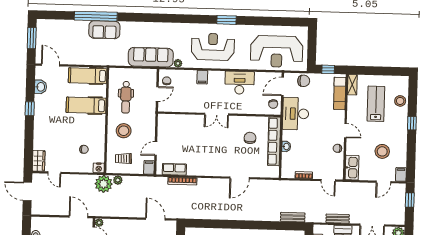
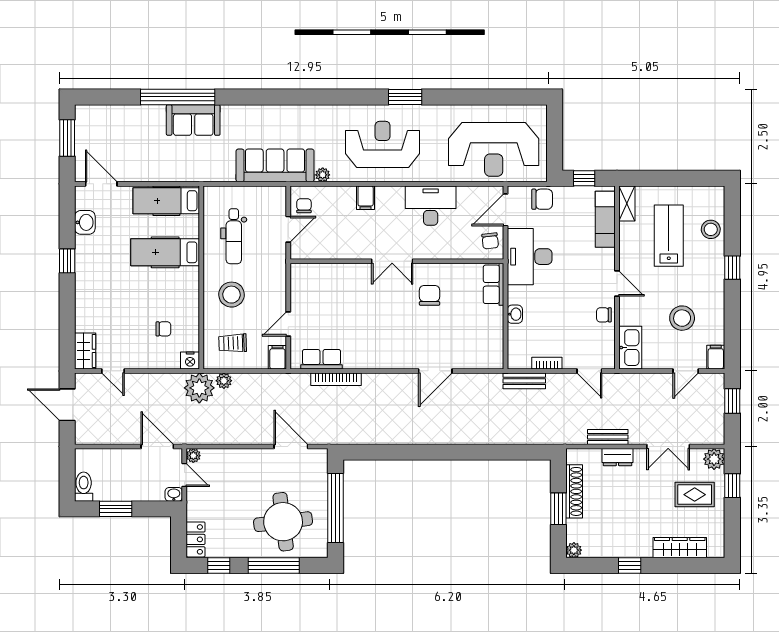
chair: (250, 138) -> (429, 295), moved
row of seats: (274, 141) -> (494, 284), width x0.50
bench: (293, 217) -> (524, 381), moved

